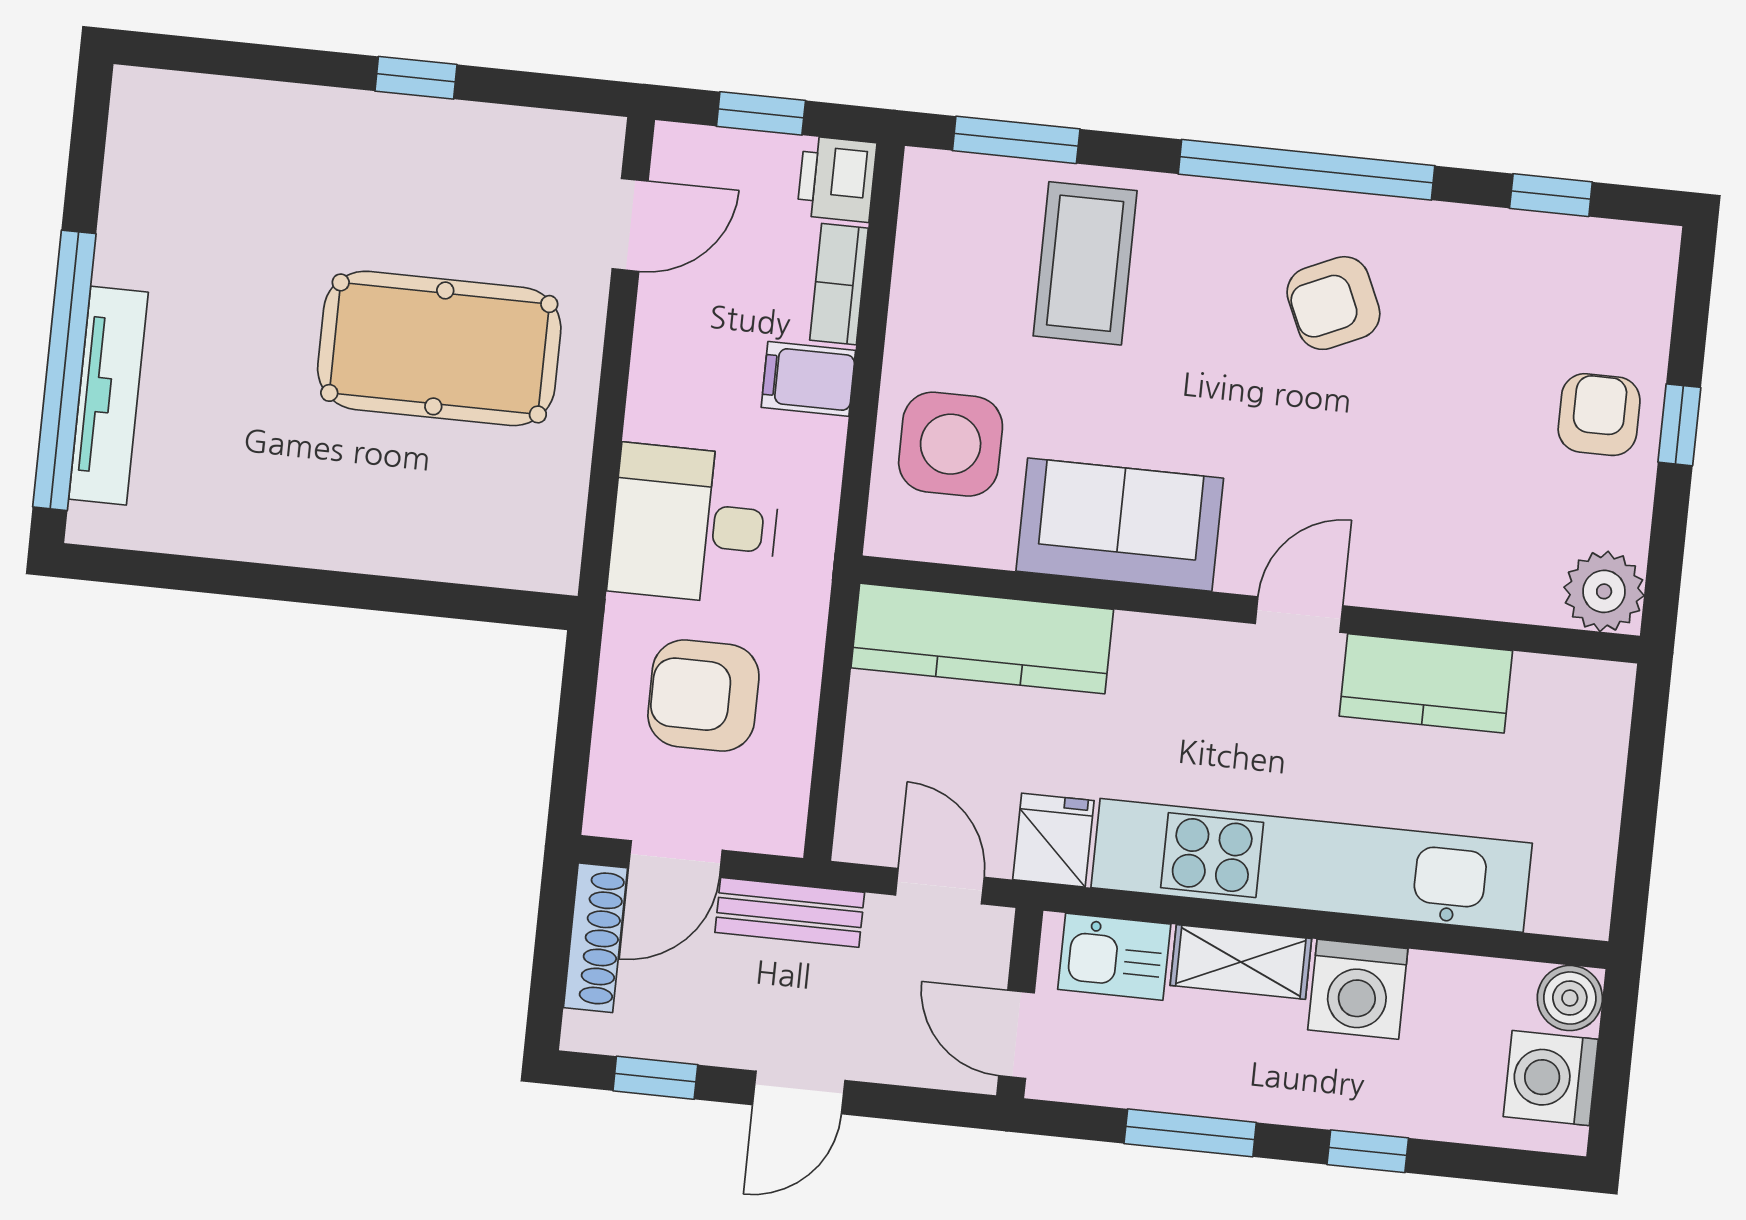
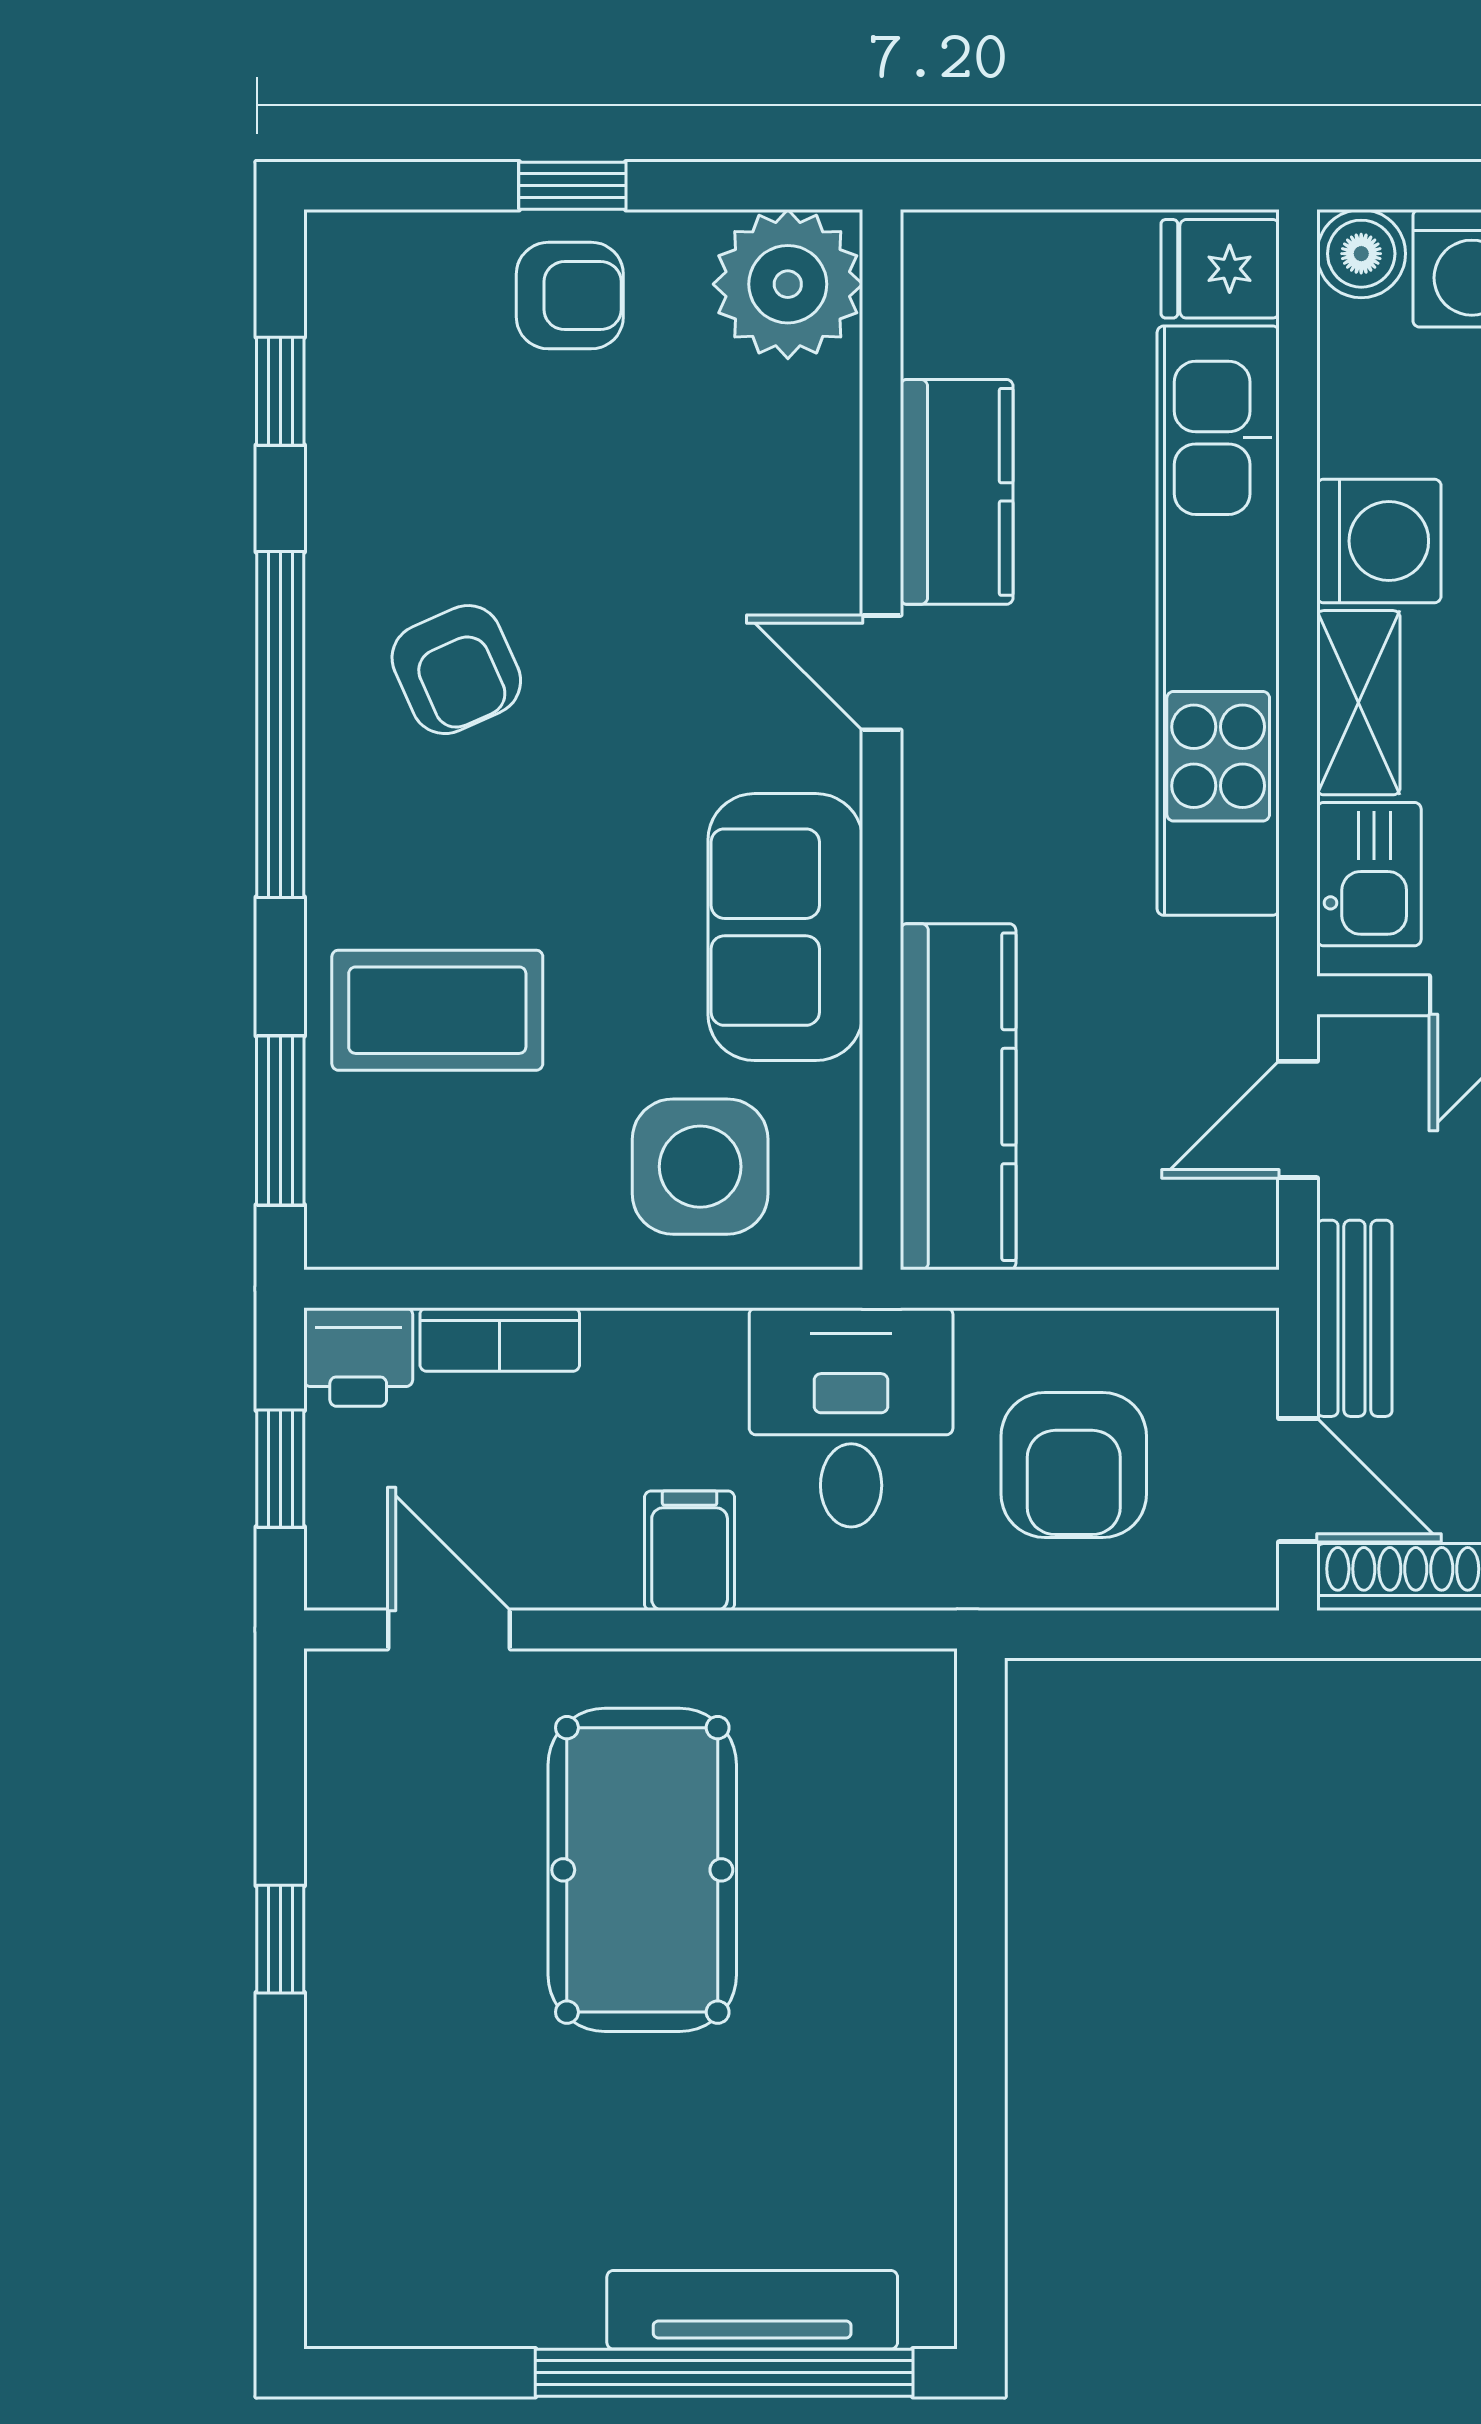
filing cabinet: (808, 379) -> (690, 1551), moved, turned 180
armchair: (1599, 415) -> (570, 296), turned 180
desk: (694, 525) -> (851, 1417), moved, turned 180
plant: (1604, 591) -> (788, 284), width x1.36, depth x1.36
fridge: (1053, 840) -> (1220, 269), moved

